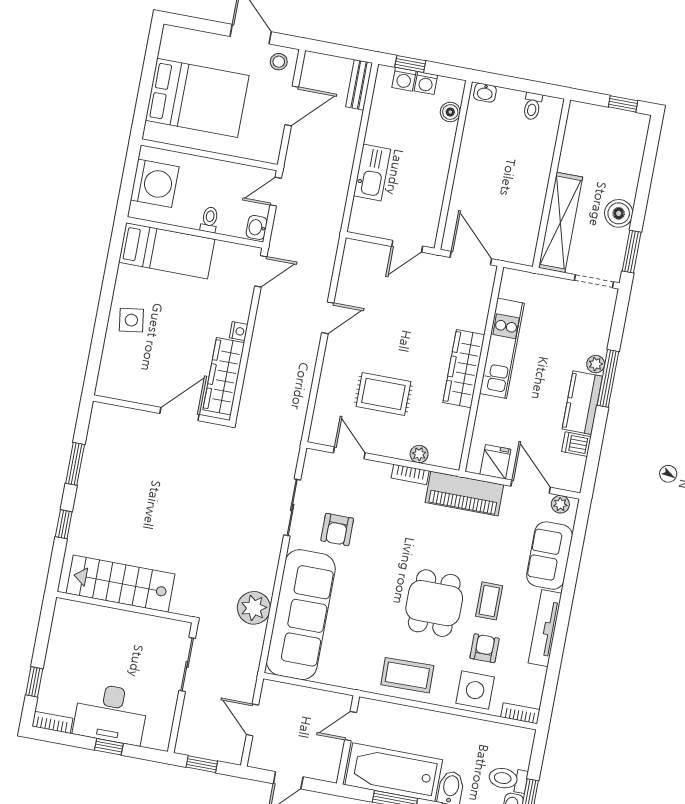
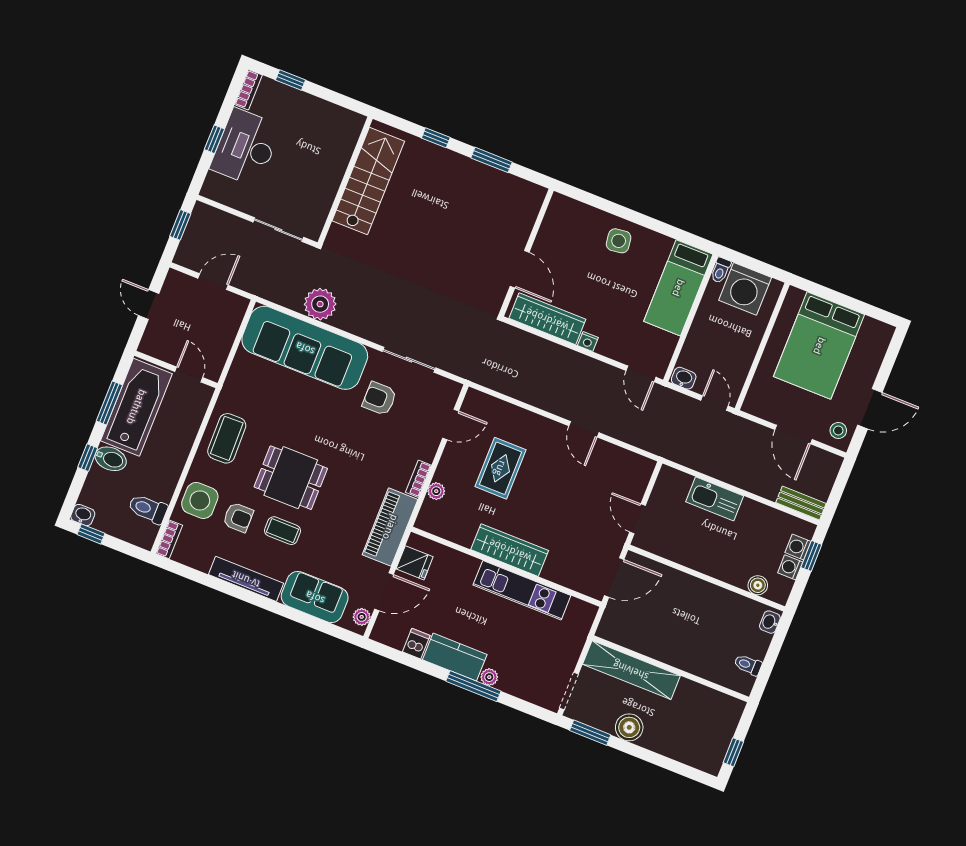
toilet: (209, 220) -> (721, 270), moved, turned 90
toilet: (508, 779) -> (148, 509), moved, turned -90

